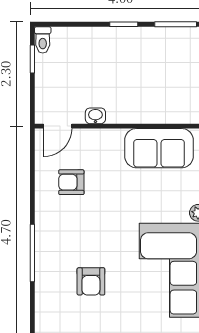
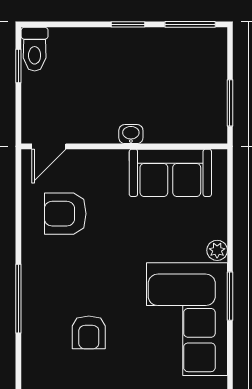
toilet: (43, 40) -> (35, 49), width x1.37, depth x1.39
washbasin: (95, 116) -> (131, 134), moved
armchair: (71, 182) -> (65, 214), width x1.38, depth x1.38

